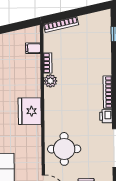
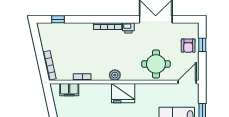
filing cabinet: (33, 48) -> (69, 90), width x2.00
plant: (50, 81) -> (115, 75), moved

